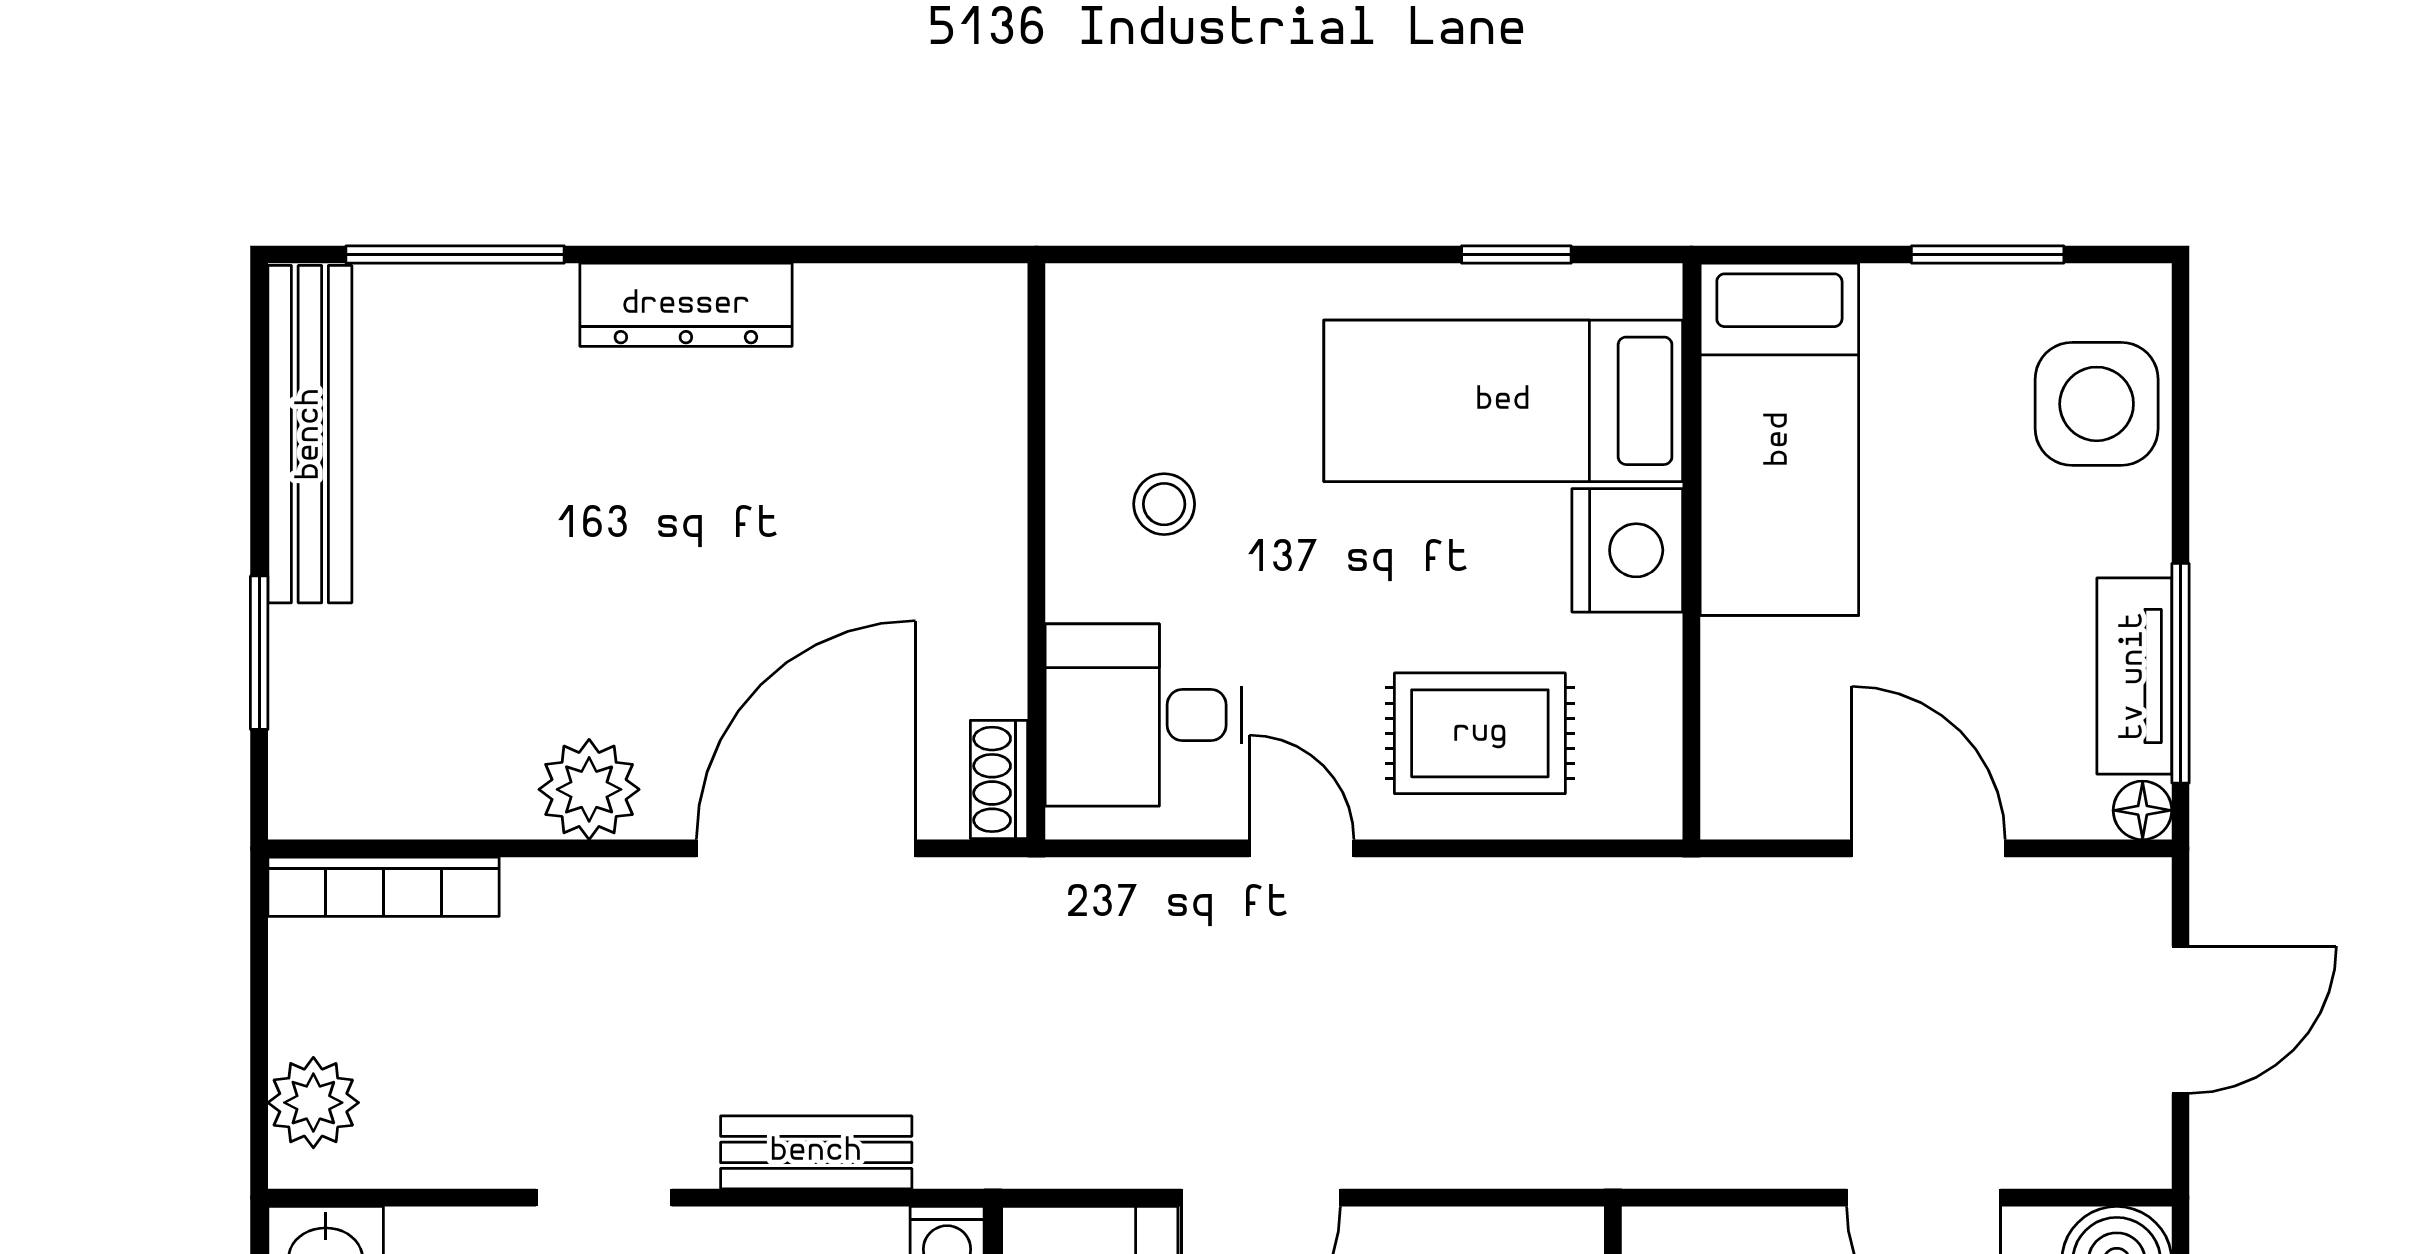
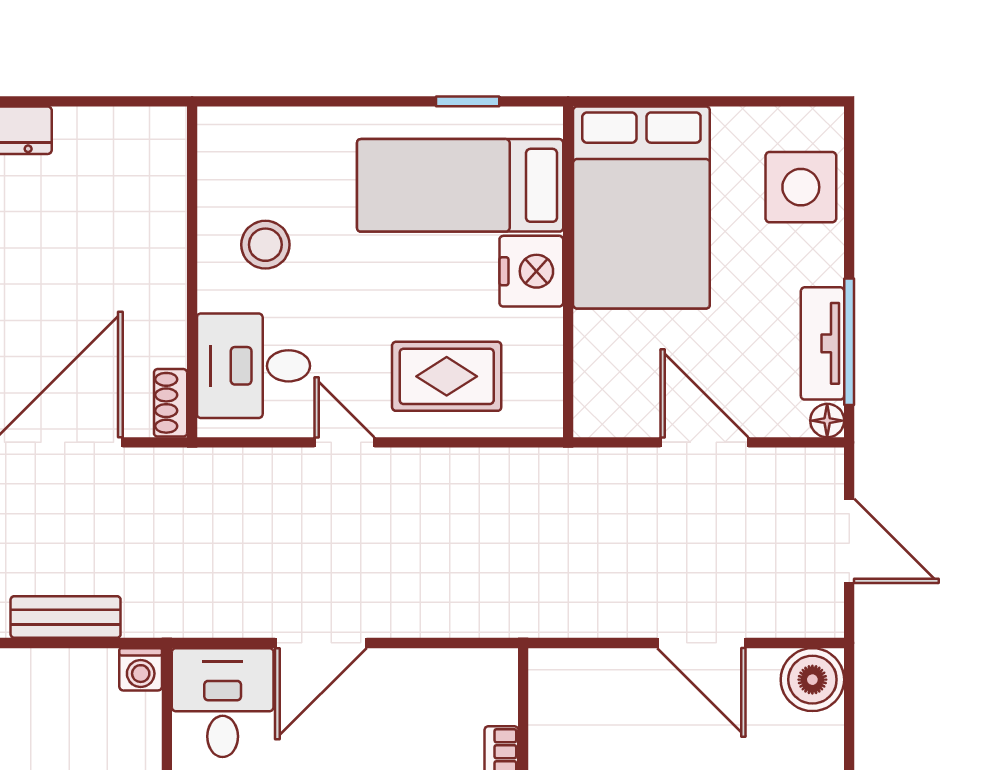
window: (1988, 254) -> (738, 101), removed
bed: (1779, 439) -> (641, 207), width x1.50
stool: (1164, 504) -> (265, 245), width x1.37, depth x1.37
door: (2181, 1020) -> (849, 541), hinge flipped

